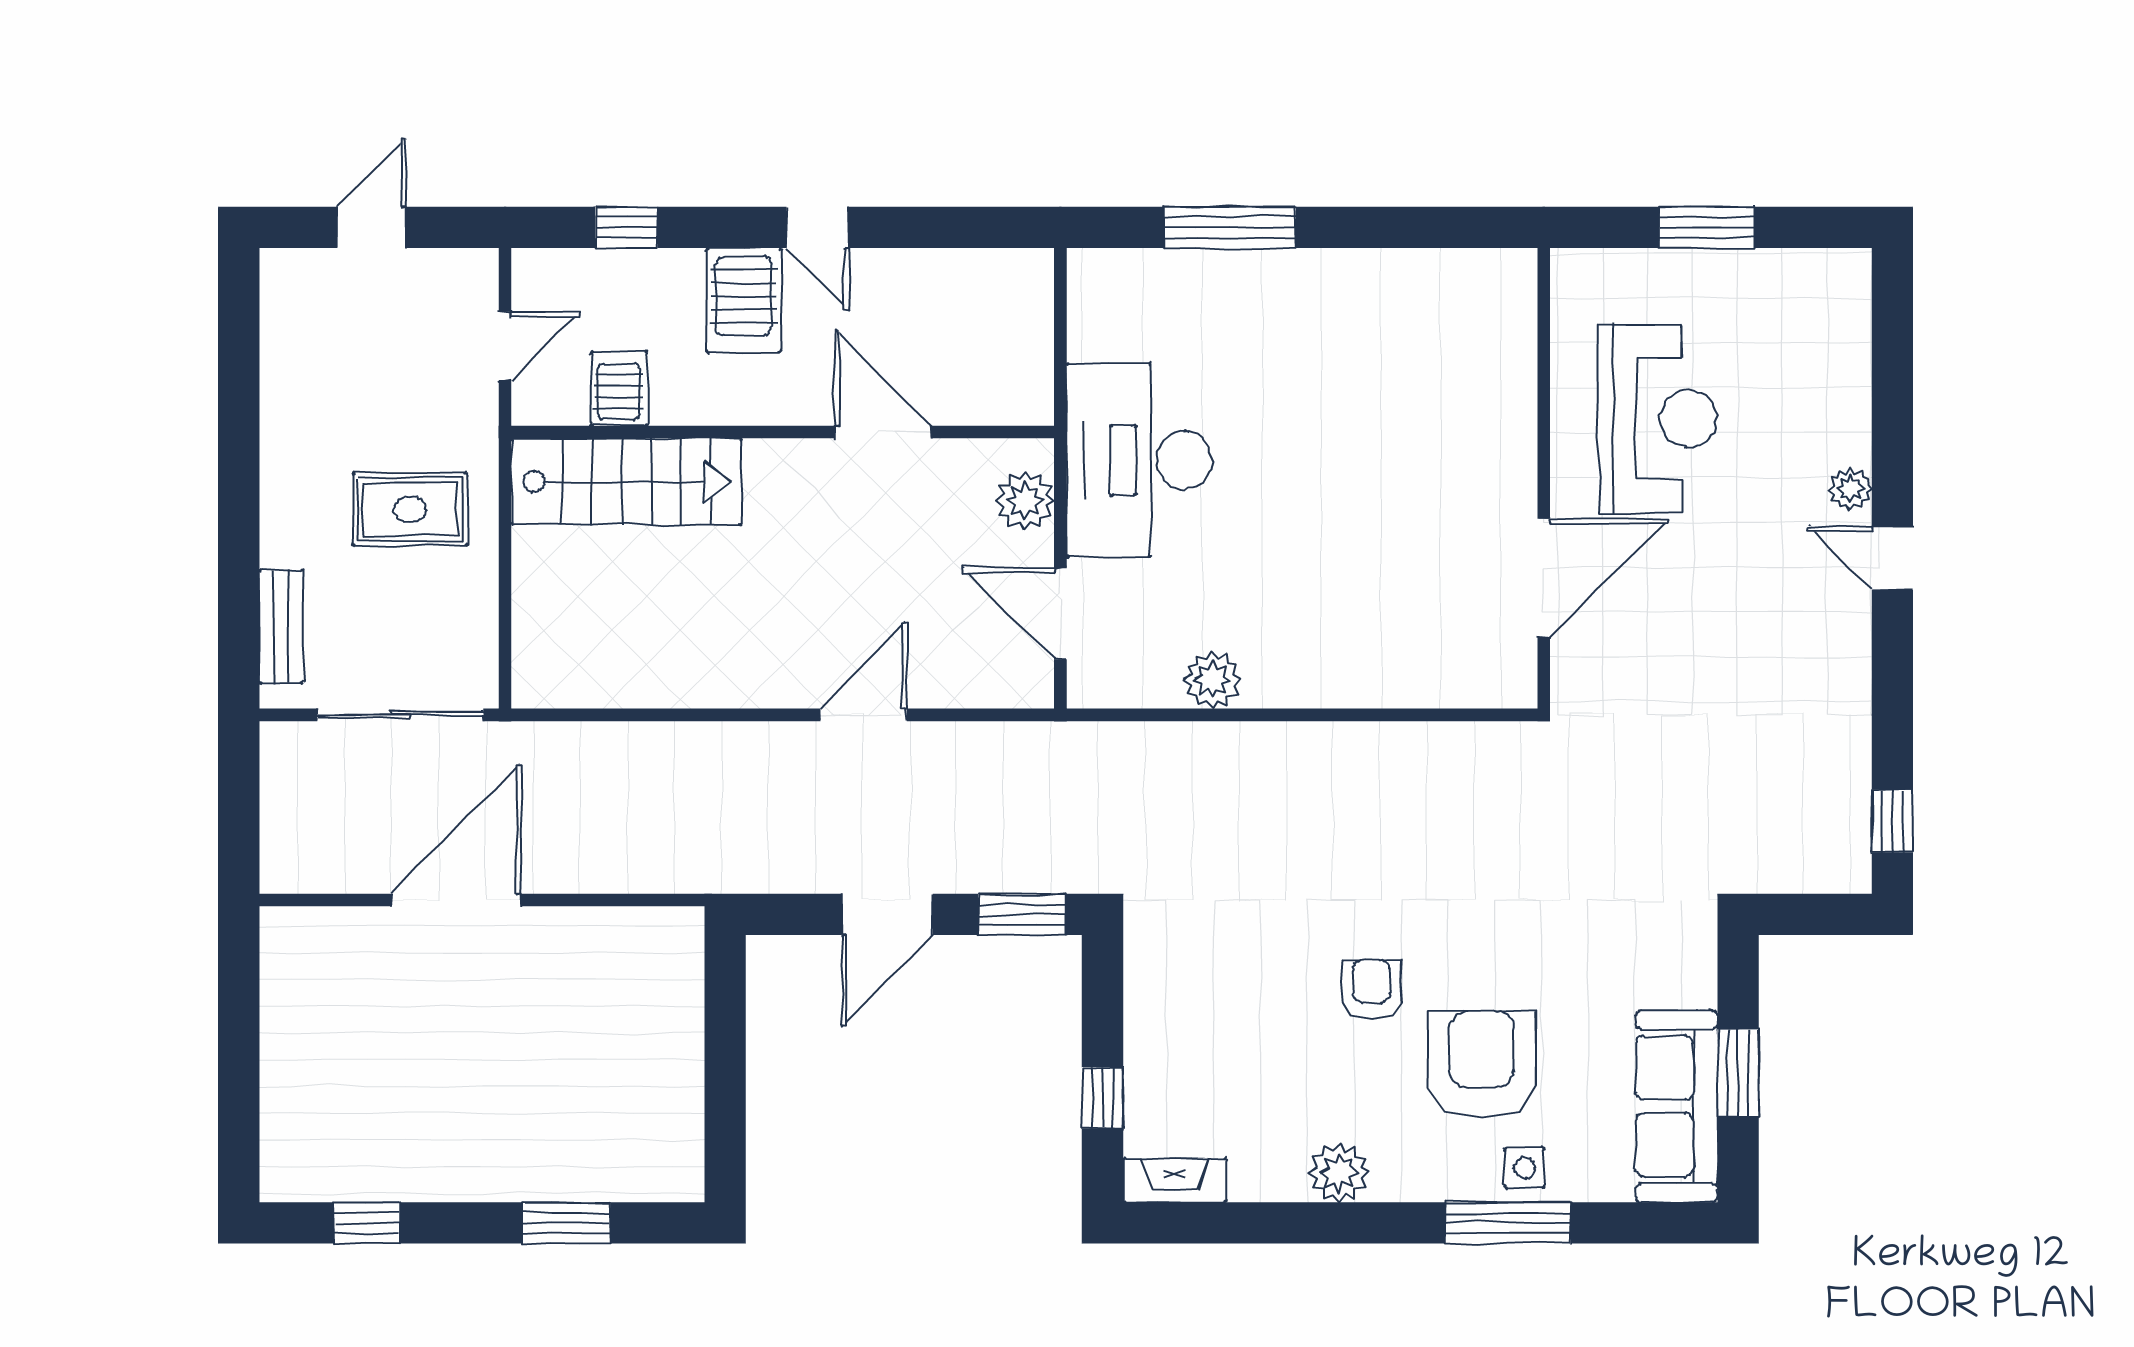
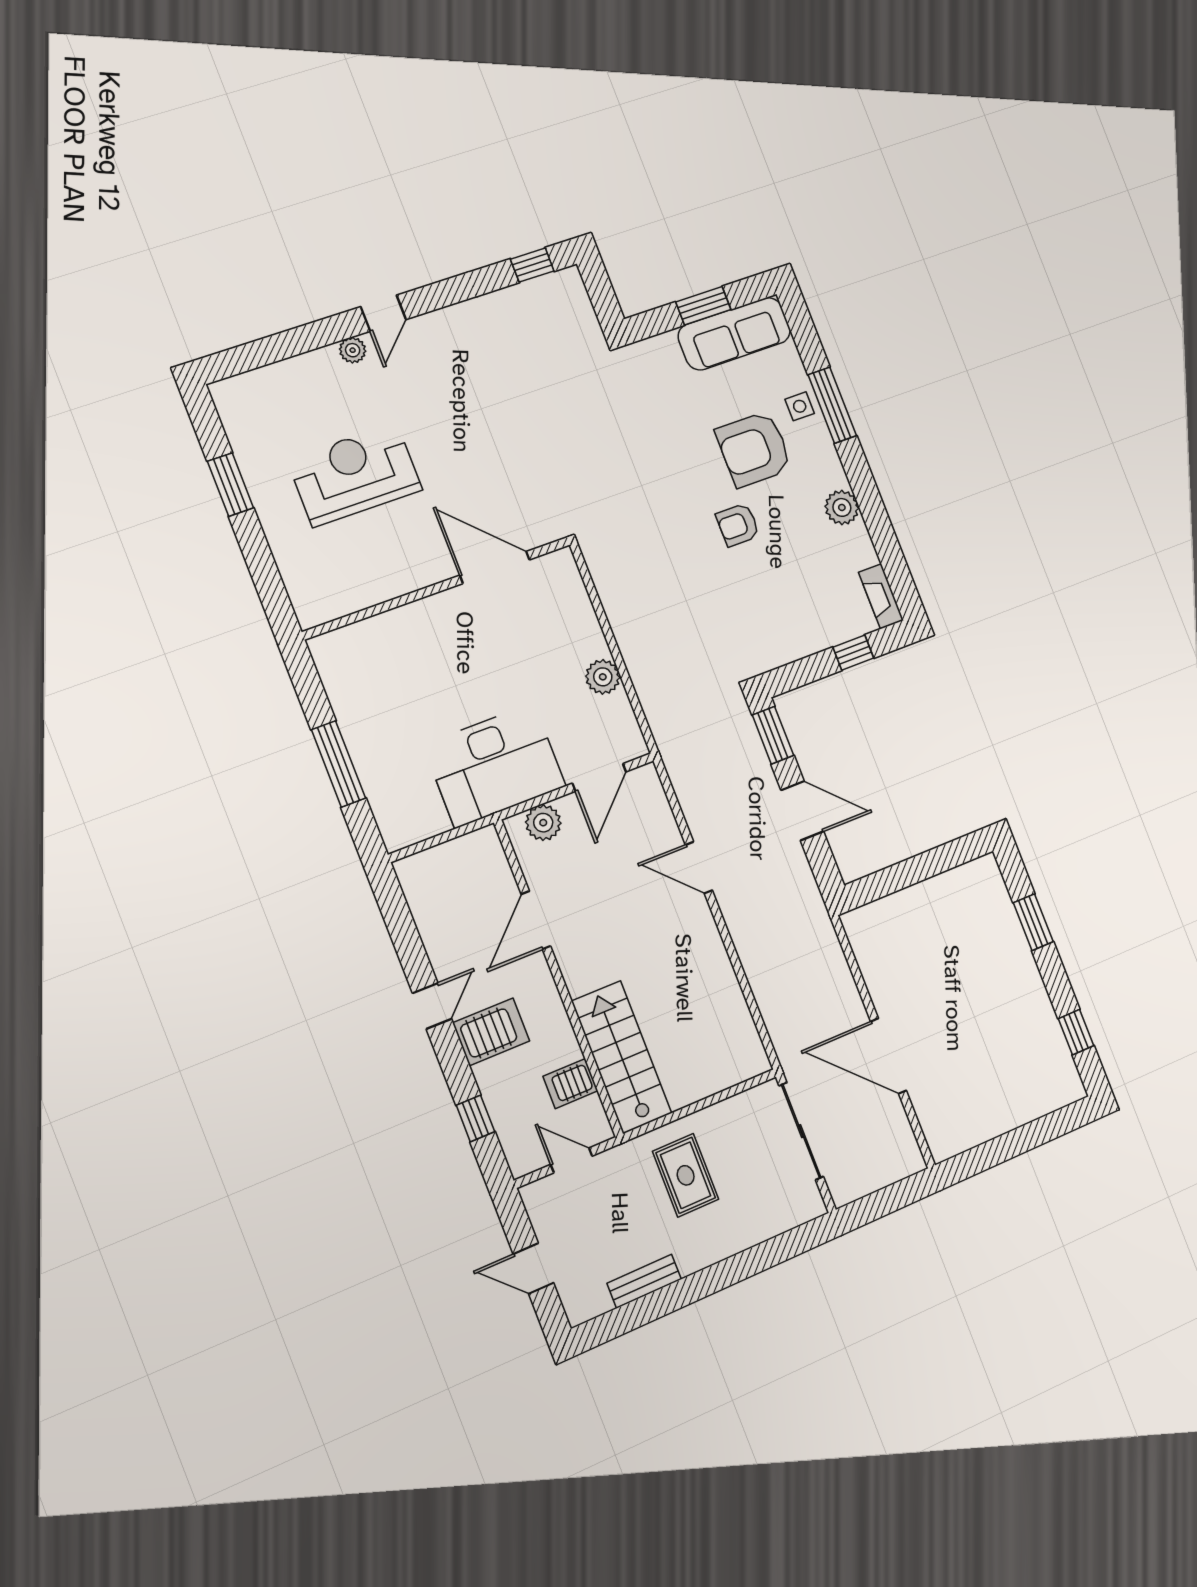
wall: (1544, 478) -> (438, 588), moved
door: (1544, 578) -> (495, 567), moved
bench: (281, 626) -> (644, 1281), moved

